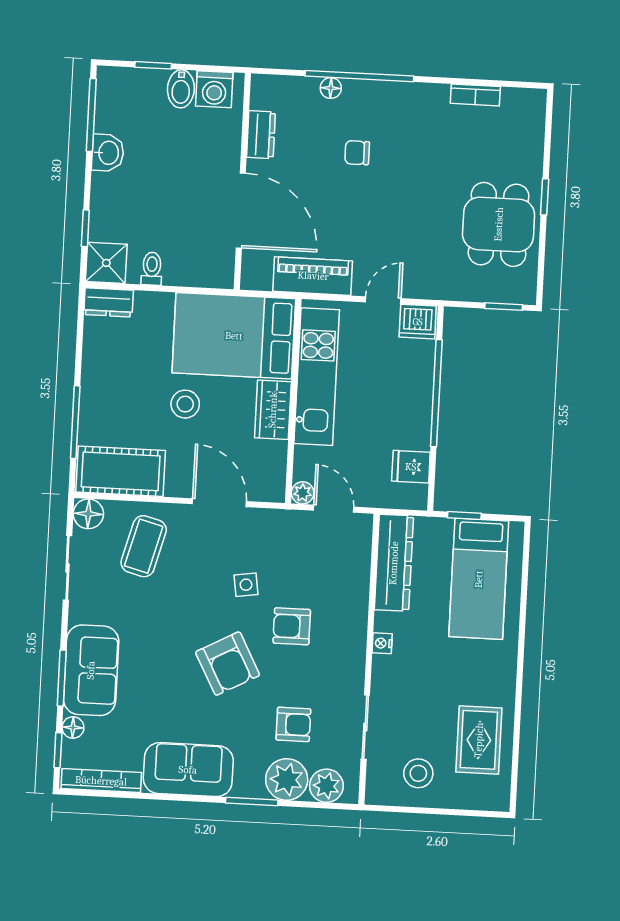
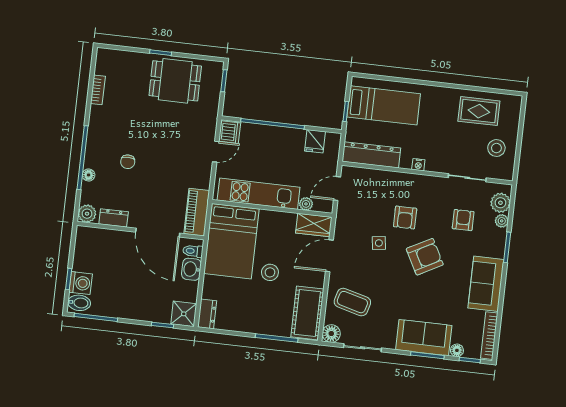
bidet: (181, 89) -> (79, 303), moved
washing machine: (214, 89) -> (81, 283), moved
plant: (265, 89) -> (87, 214), added
washbasin: (108, 153) -> (191, 269), moved, turned -90
door: (241, 211) -> (158, 233), swing flipped
toilet: (152, 269) -> (193, 251), moved
piano: (313, 276) -> (197, 212), moved
door: (383, 300) -> (216, 152), swing flipped
wardrobe: (273, 410) -> (314, 225), moved
plant: (303, 493) -> (306, 204), moved
plant: (287, 779) -> (502, 221), width x0.53, depth x0.53

